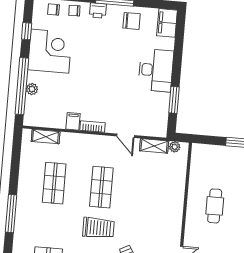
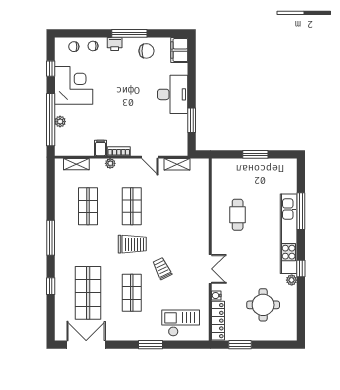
plant: (175, 147) -> (110, 163), moved

